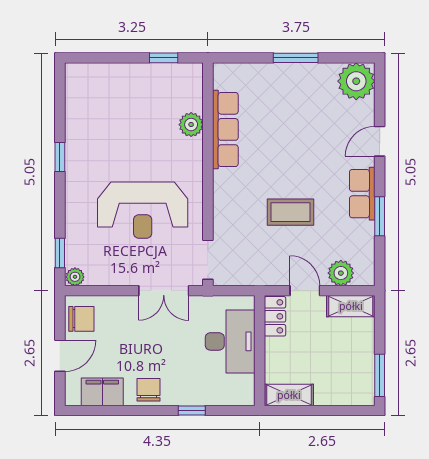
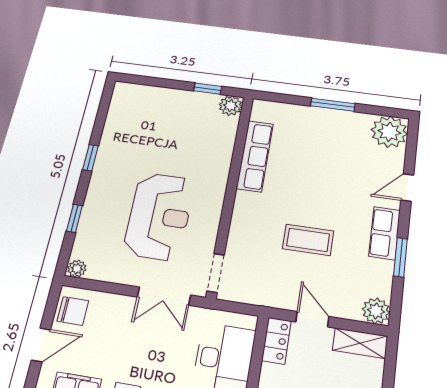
plant: (191, 125) -> (231, 106), moved
reception desk: (143, 210) -> (159, 216), turned -90
window: (60, 253) -> (74, 218), moved
plant: (341, 273) -> (376, 311), moved

